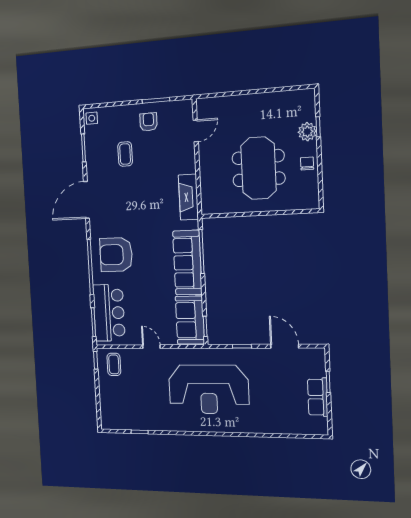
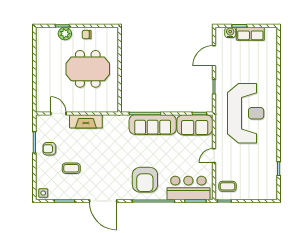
fireplace: (188, 197) -> (86, 121), moved
water cooler: (318, 369) -> (230, 32), added

